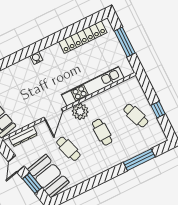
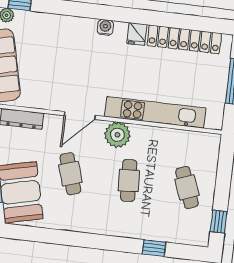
fridge: (56, 51) -> (137, 34), added
window: (158, 110) -> (219, 222), moved
window: (139, 160) -> (154, 248), width x0.46

